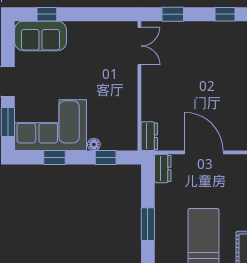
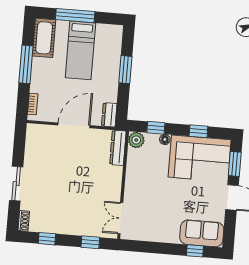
dresser: (149, 136) -> (118, 148), width x1.44
plant: (128, 141) -> (136, 140), added
door: (204, 152) -> (74, 125), swing flipped

